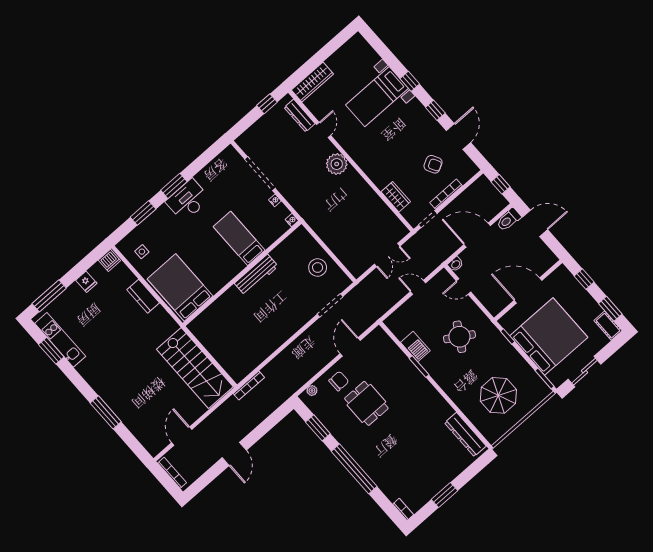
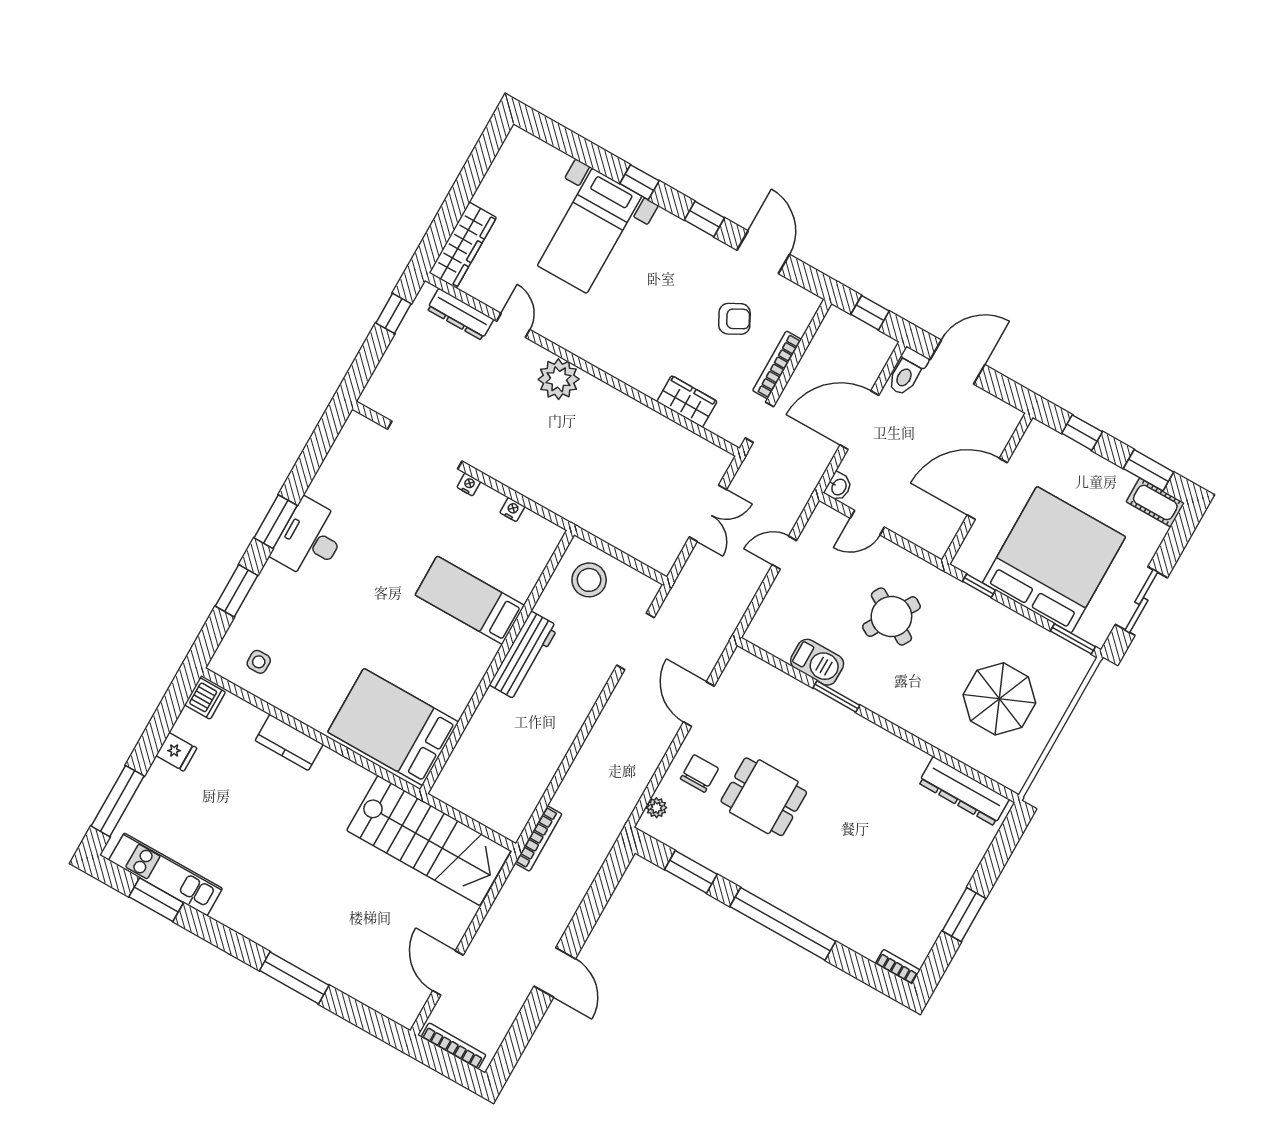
bed: (239, 238) -> (470, 600), moved
wall: (242, 273) -> (497, 662), moved
workbench: (256, 275) -> (524, 656), moved
bed: (180, 288) -> (393, 727), moved

